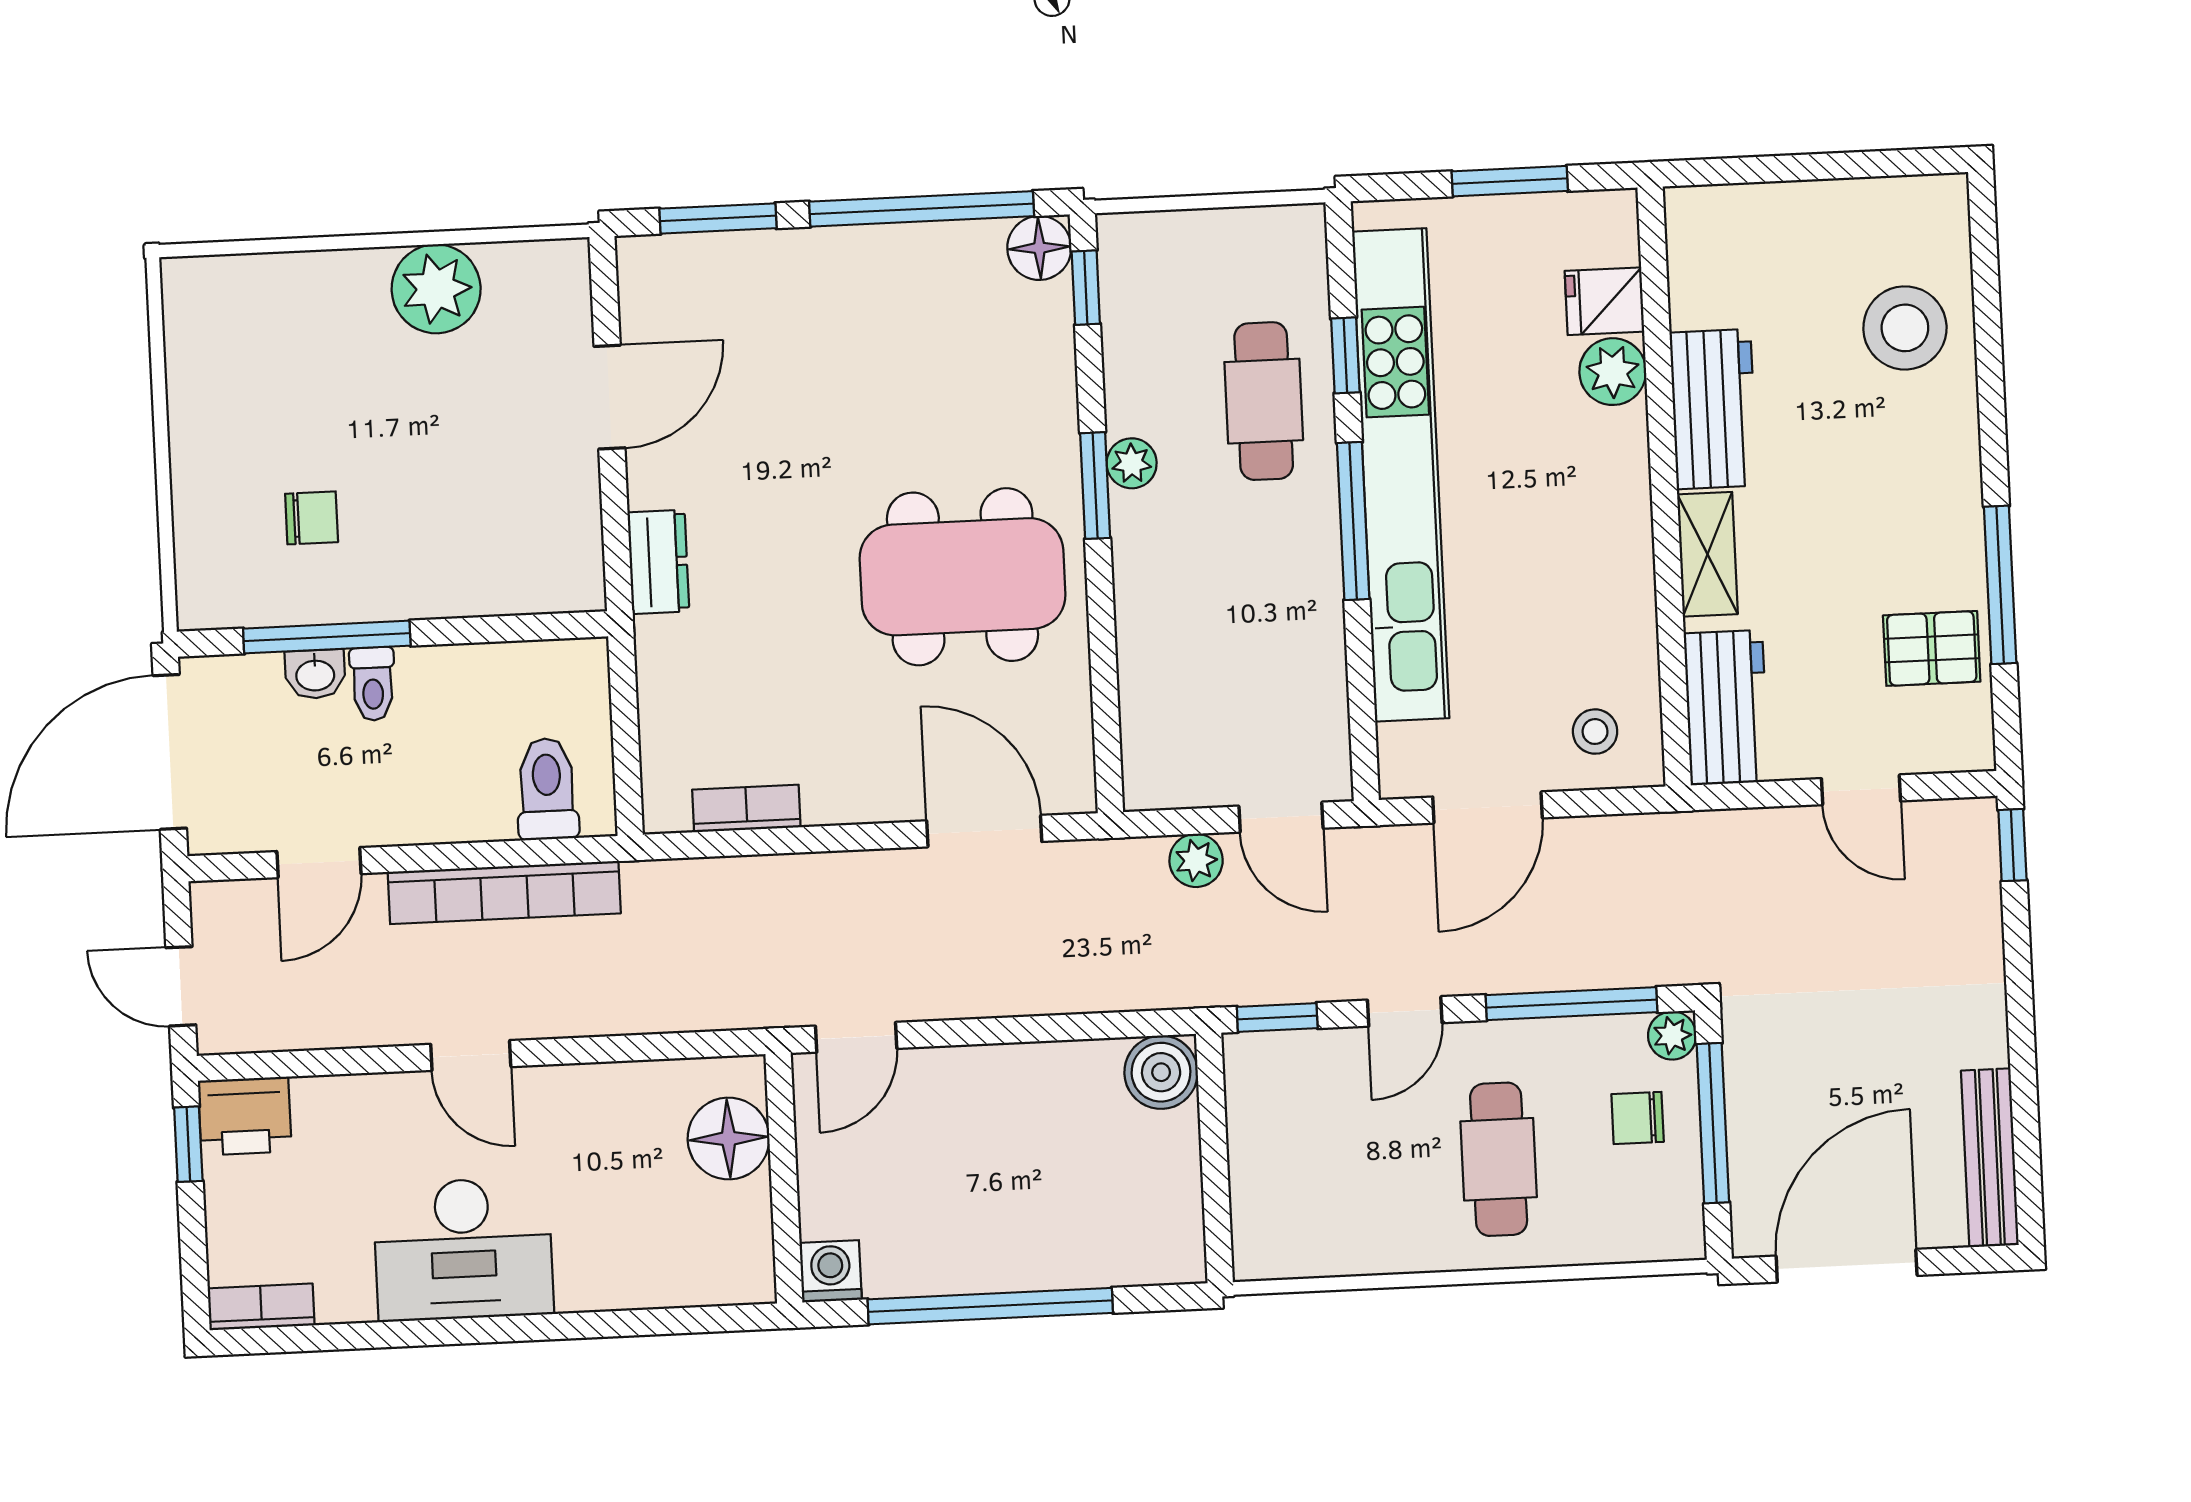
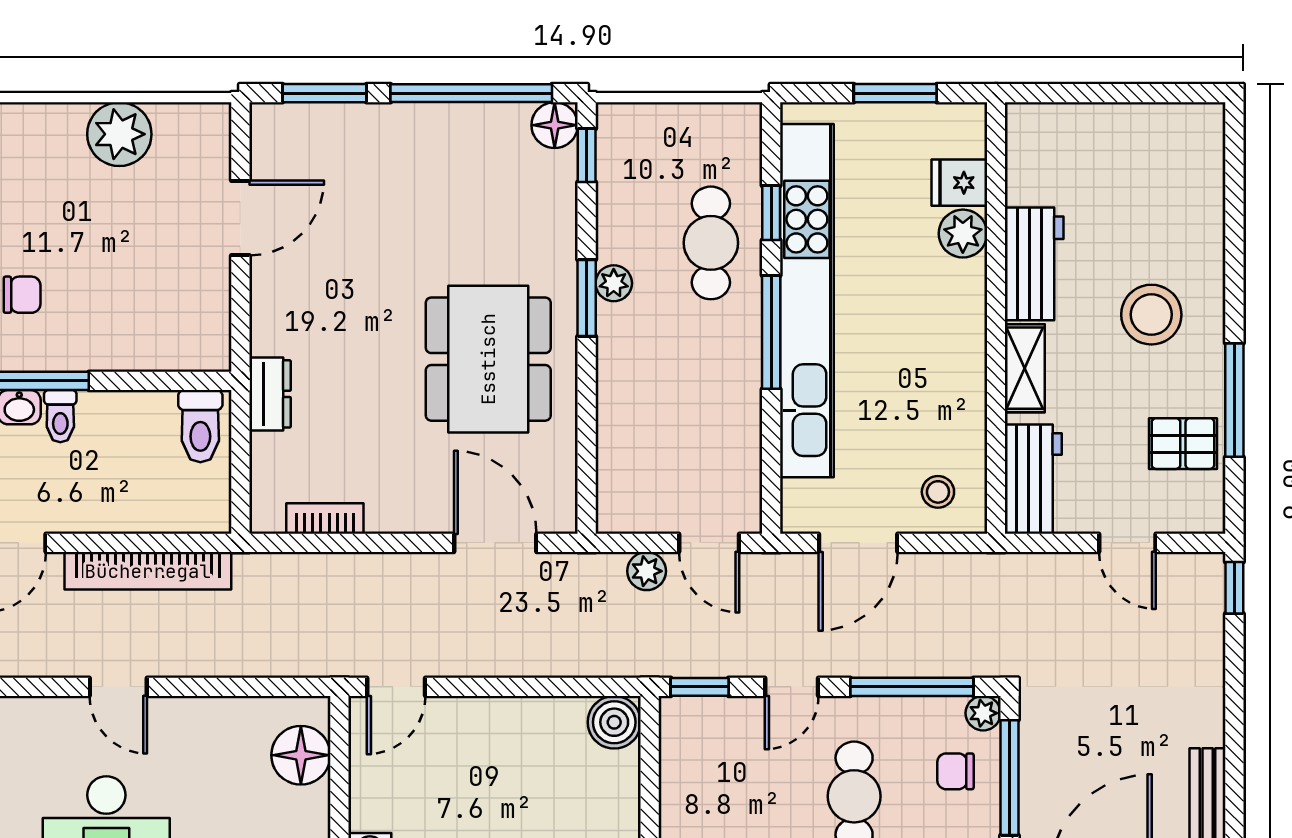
stool: (1905, 328) -> (1151, 315), moved
dresser: (658, 562) -> (270, 394), moved
dining table: (963, 577) -> (488, 359), turned 90
toilet: (547, 789) -> (200, 426), moved, turned 180

